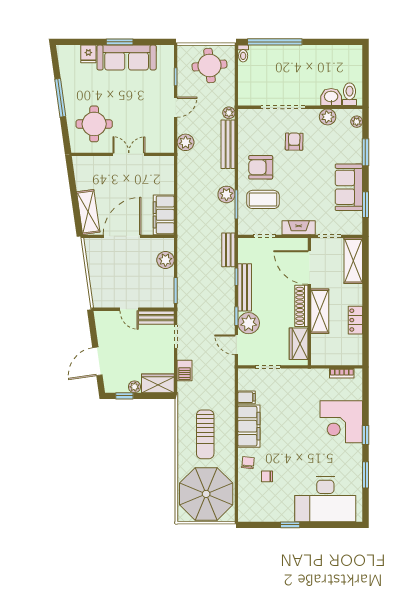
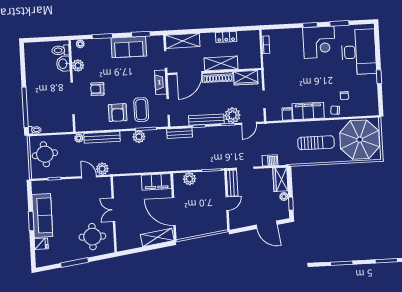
door: (176, 107) -> (89, 177), moved
corner desk: (341, 422) -> (319, 42), moved

